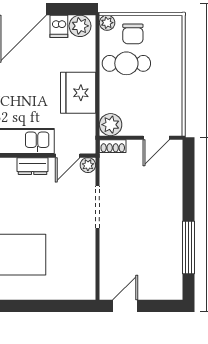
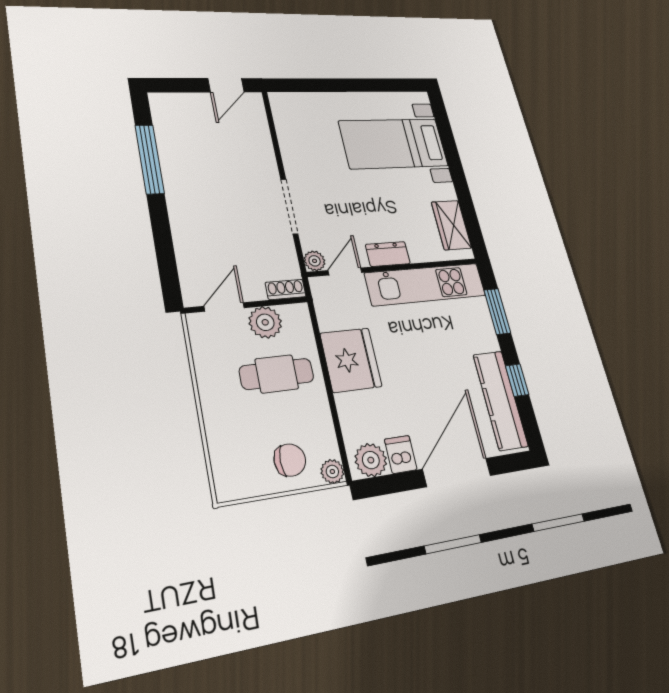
chair: (133, 34) -> (290, 460), turned 90
cafe table: (126, 63) -> (277, 374), moved
plant: (111, 125) -> (265, 322), moved

